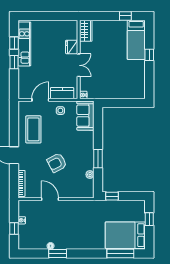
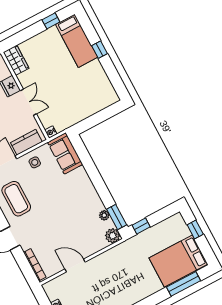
window: (98, 159) -> (117, 217), moved
armchair: (57, 163) -> (61, 222), removed
plant: (88, 192) -> (113, 236), added

